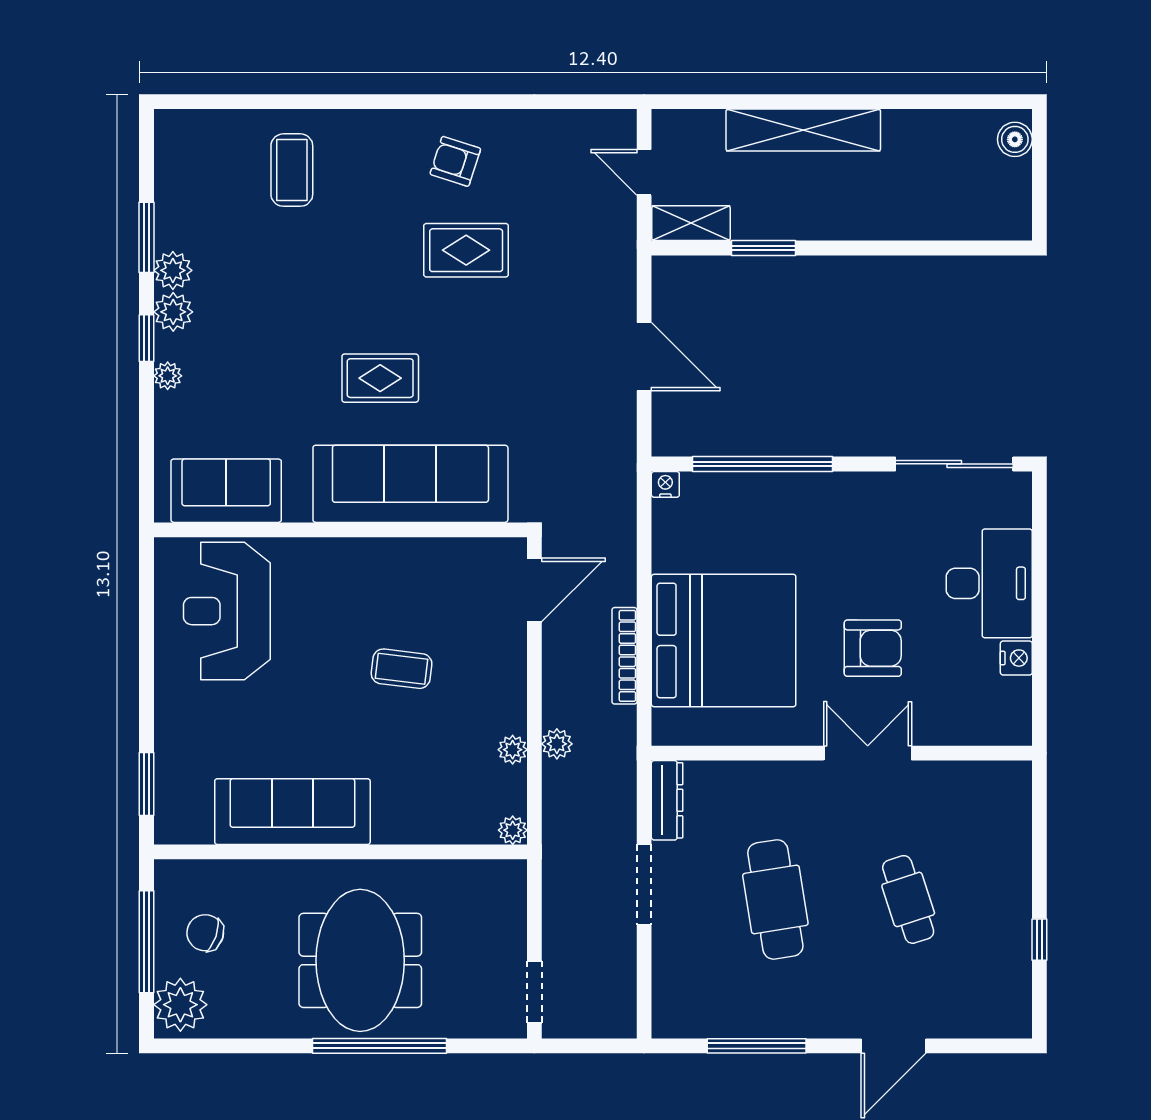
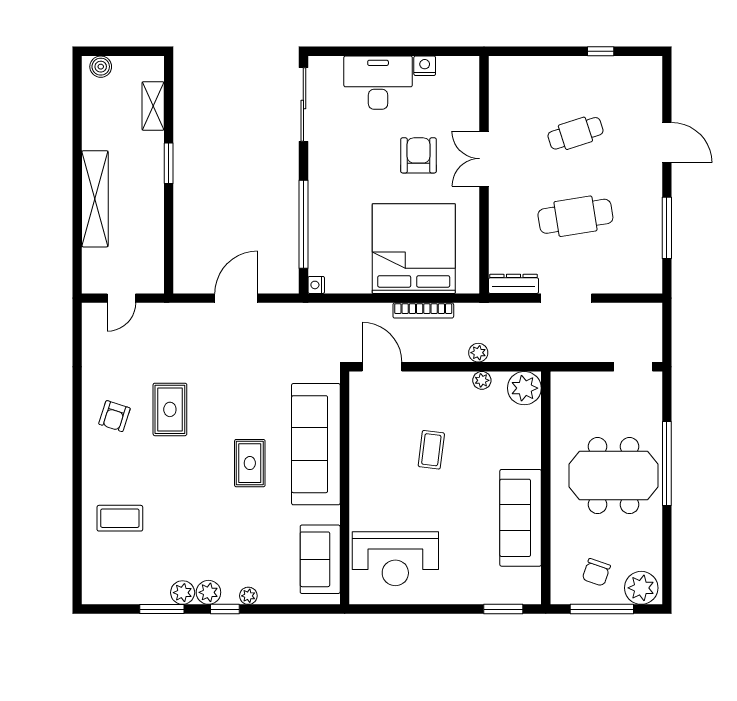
shelving: (691, 223) -> (153, 106), moved
window: (764, 248) -> (169, 163), moved
plant: (513, 830) -> (524, 388), width x1.88, depth x1.88

